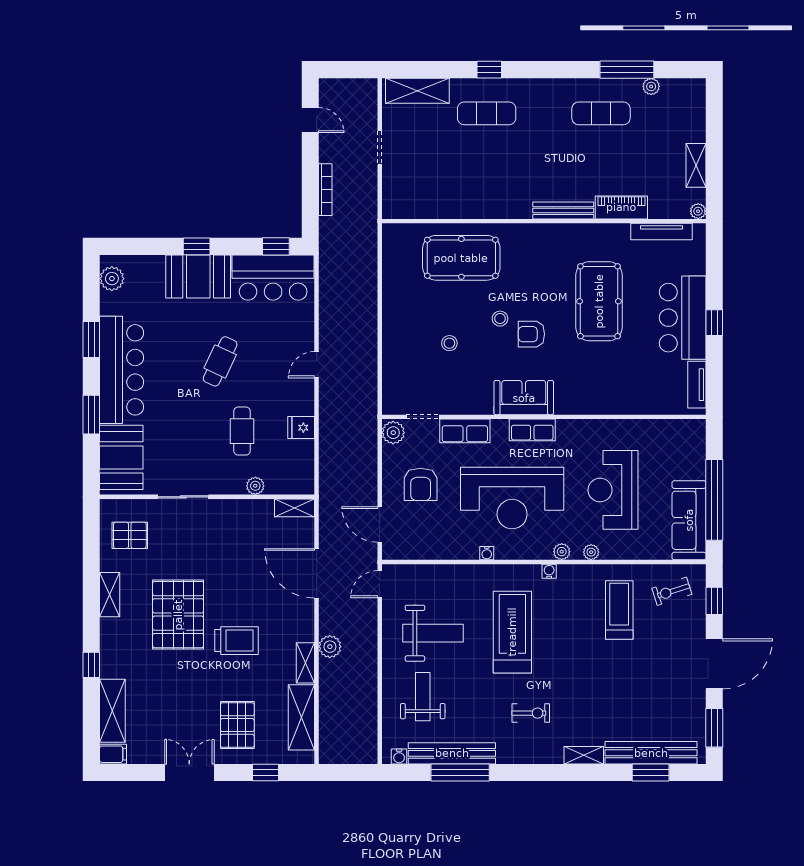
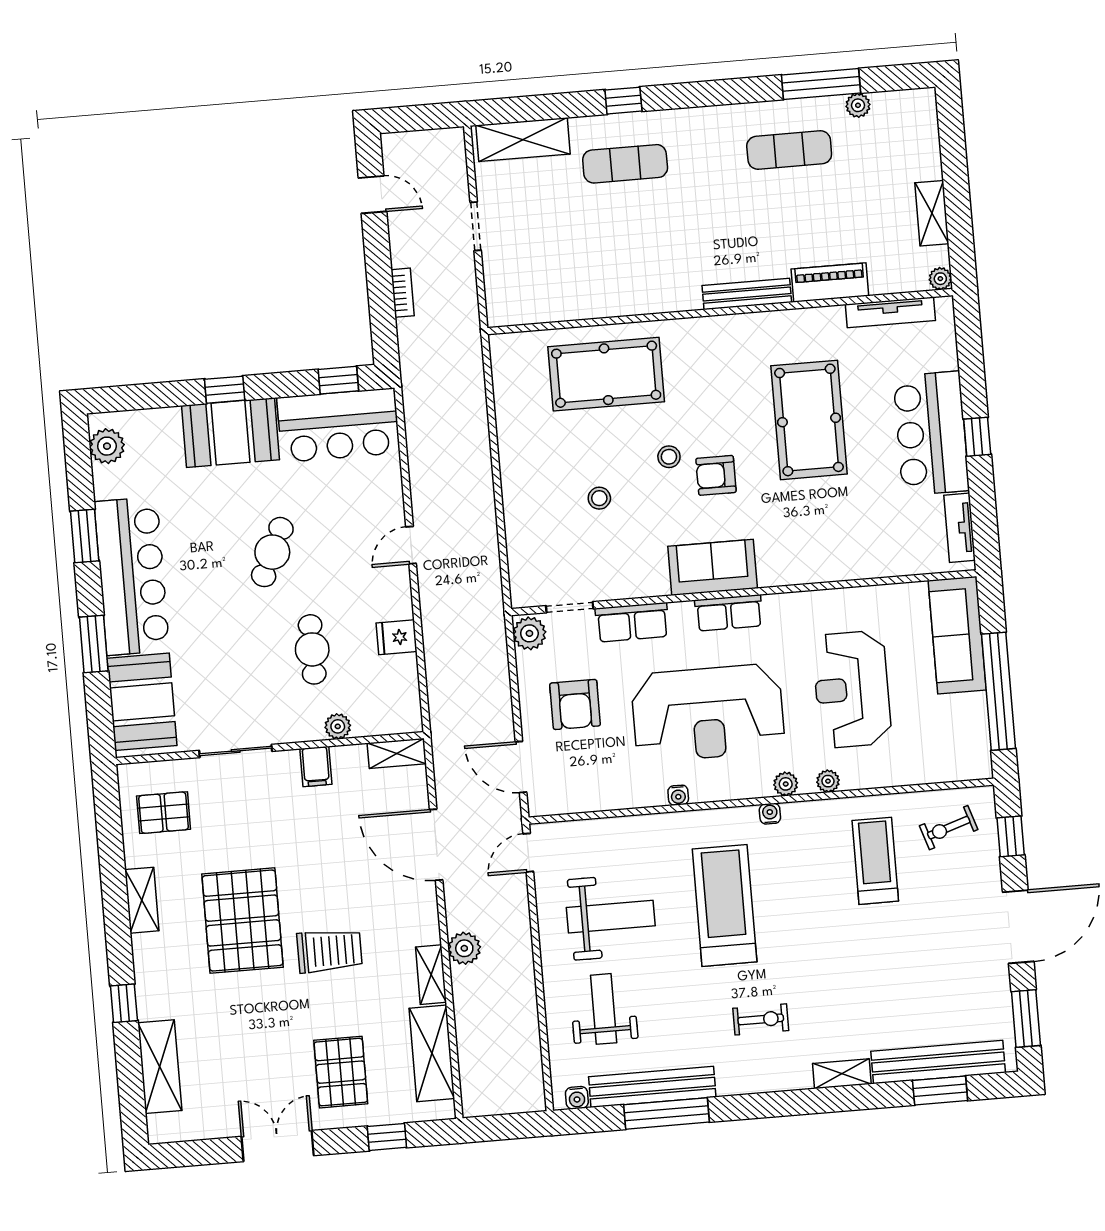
bookcase: (325, 190) -> (403, 293), width x0.64
sofa: (689, 520) -> (957, 635), moved
filing cabinet: (113, 754) -> (316, 766), moved, turned 90

